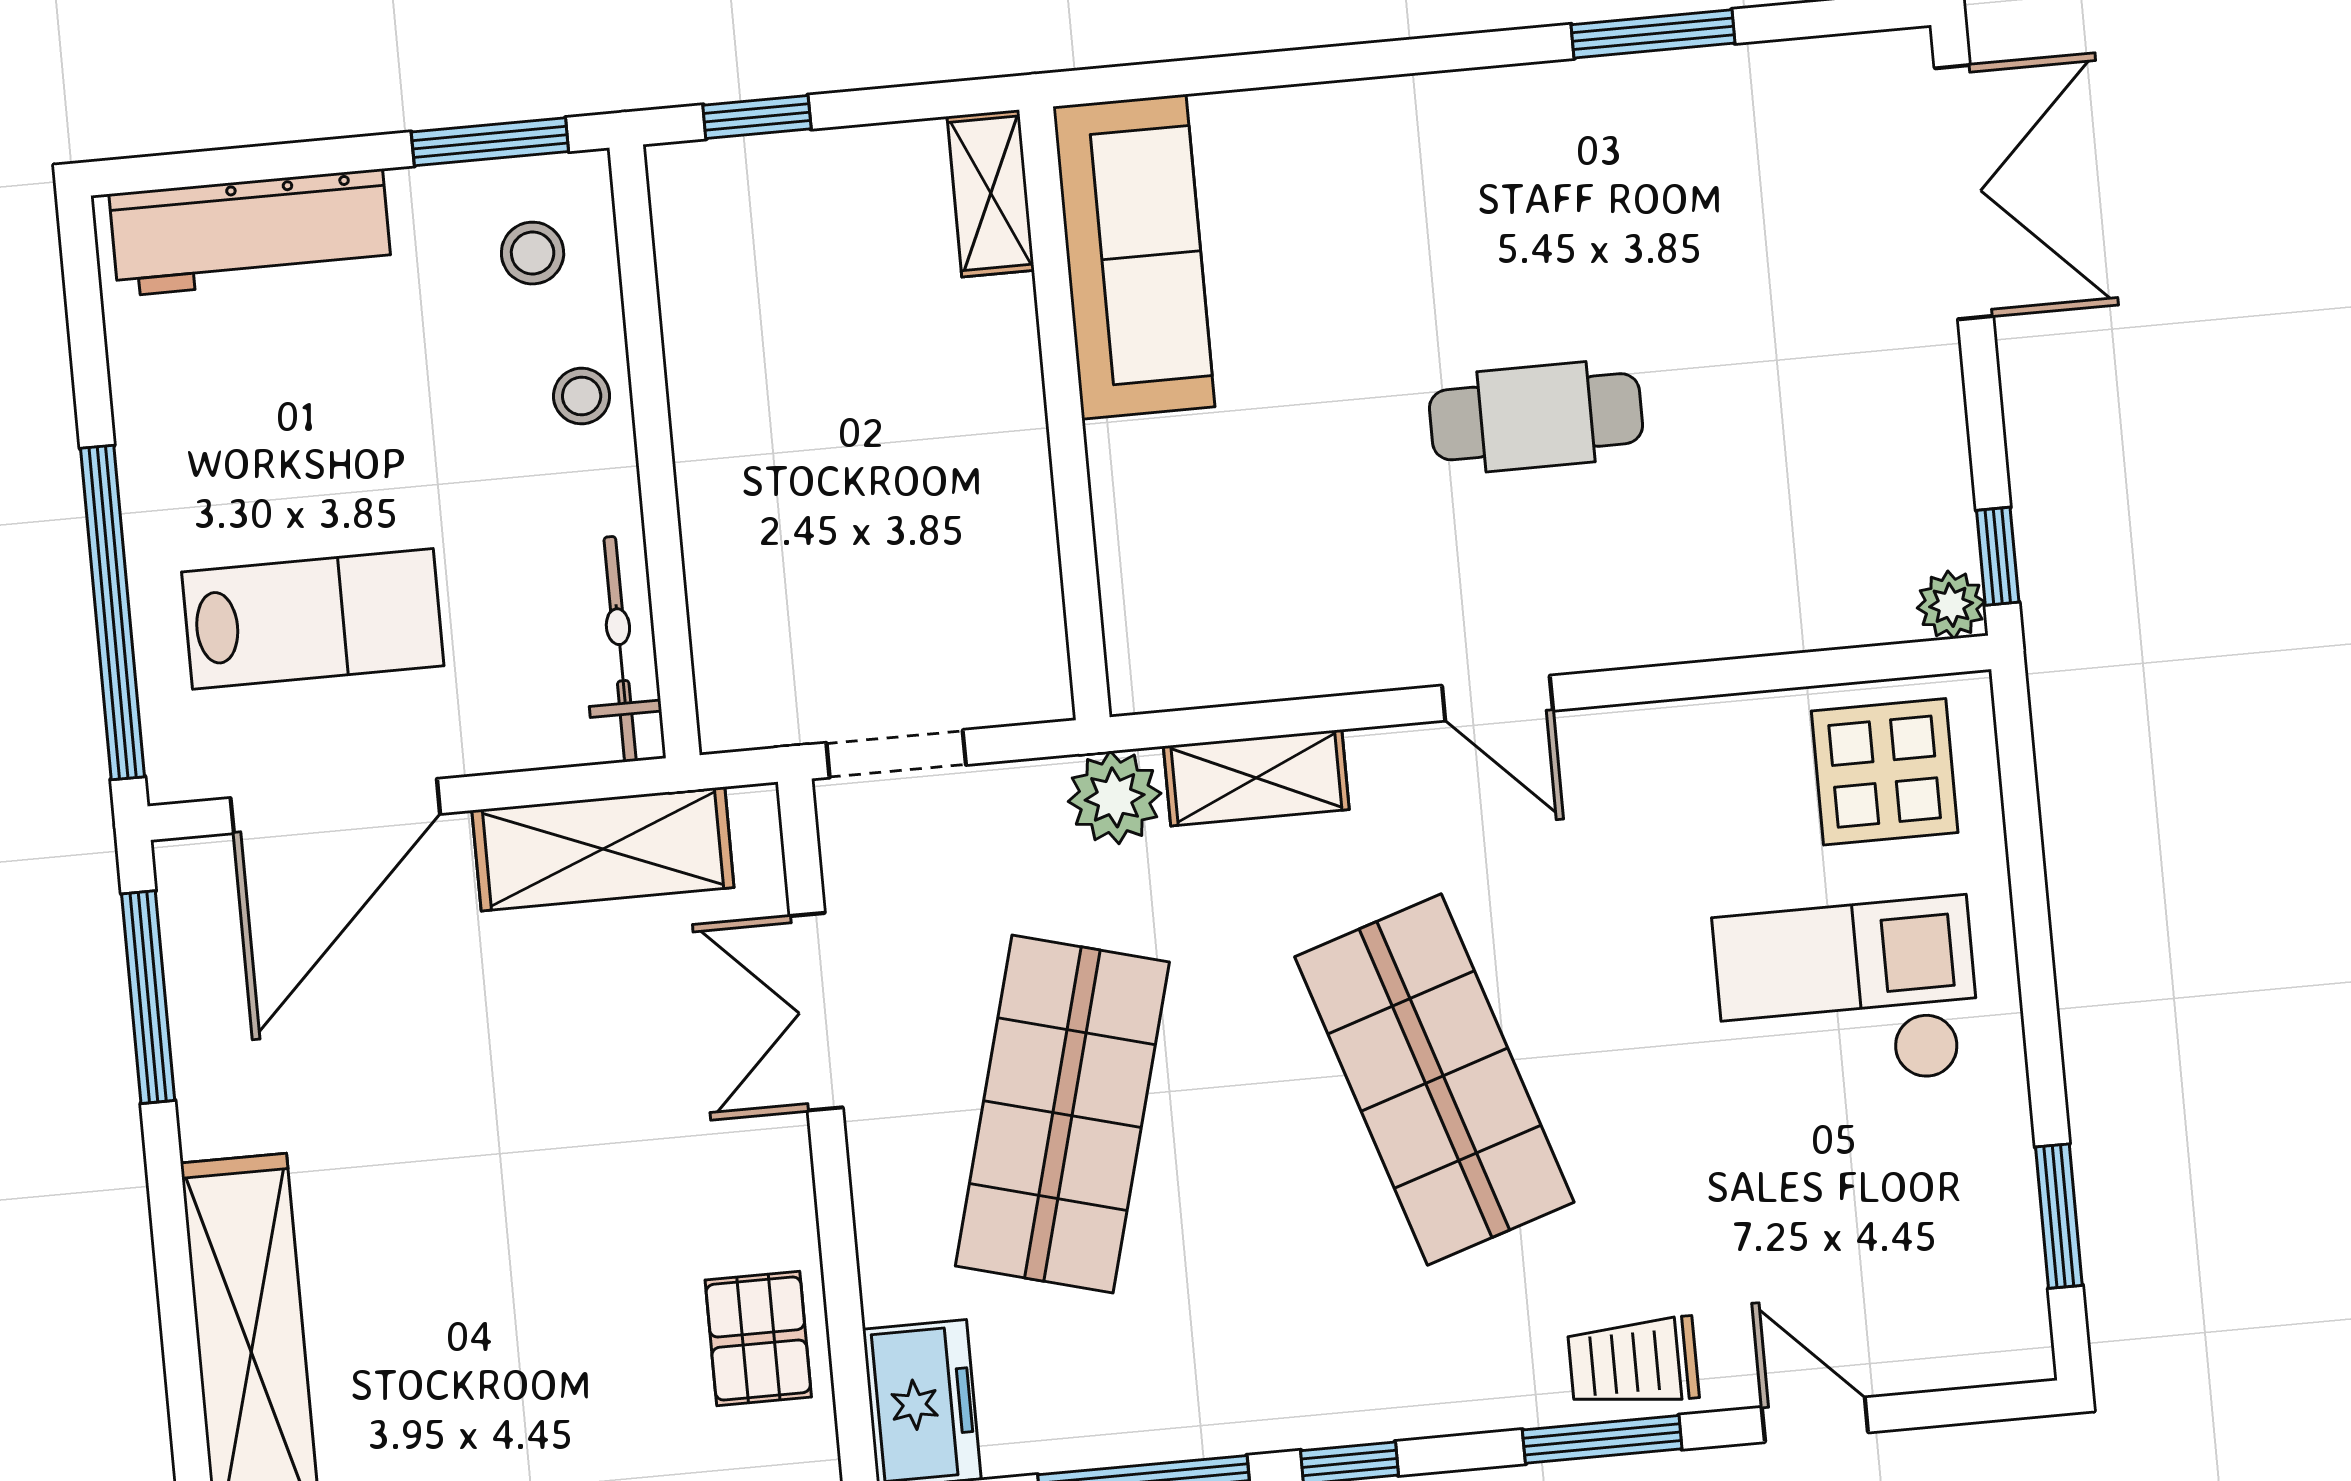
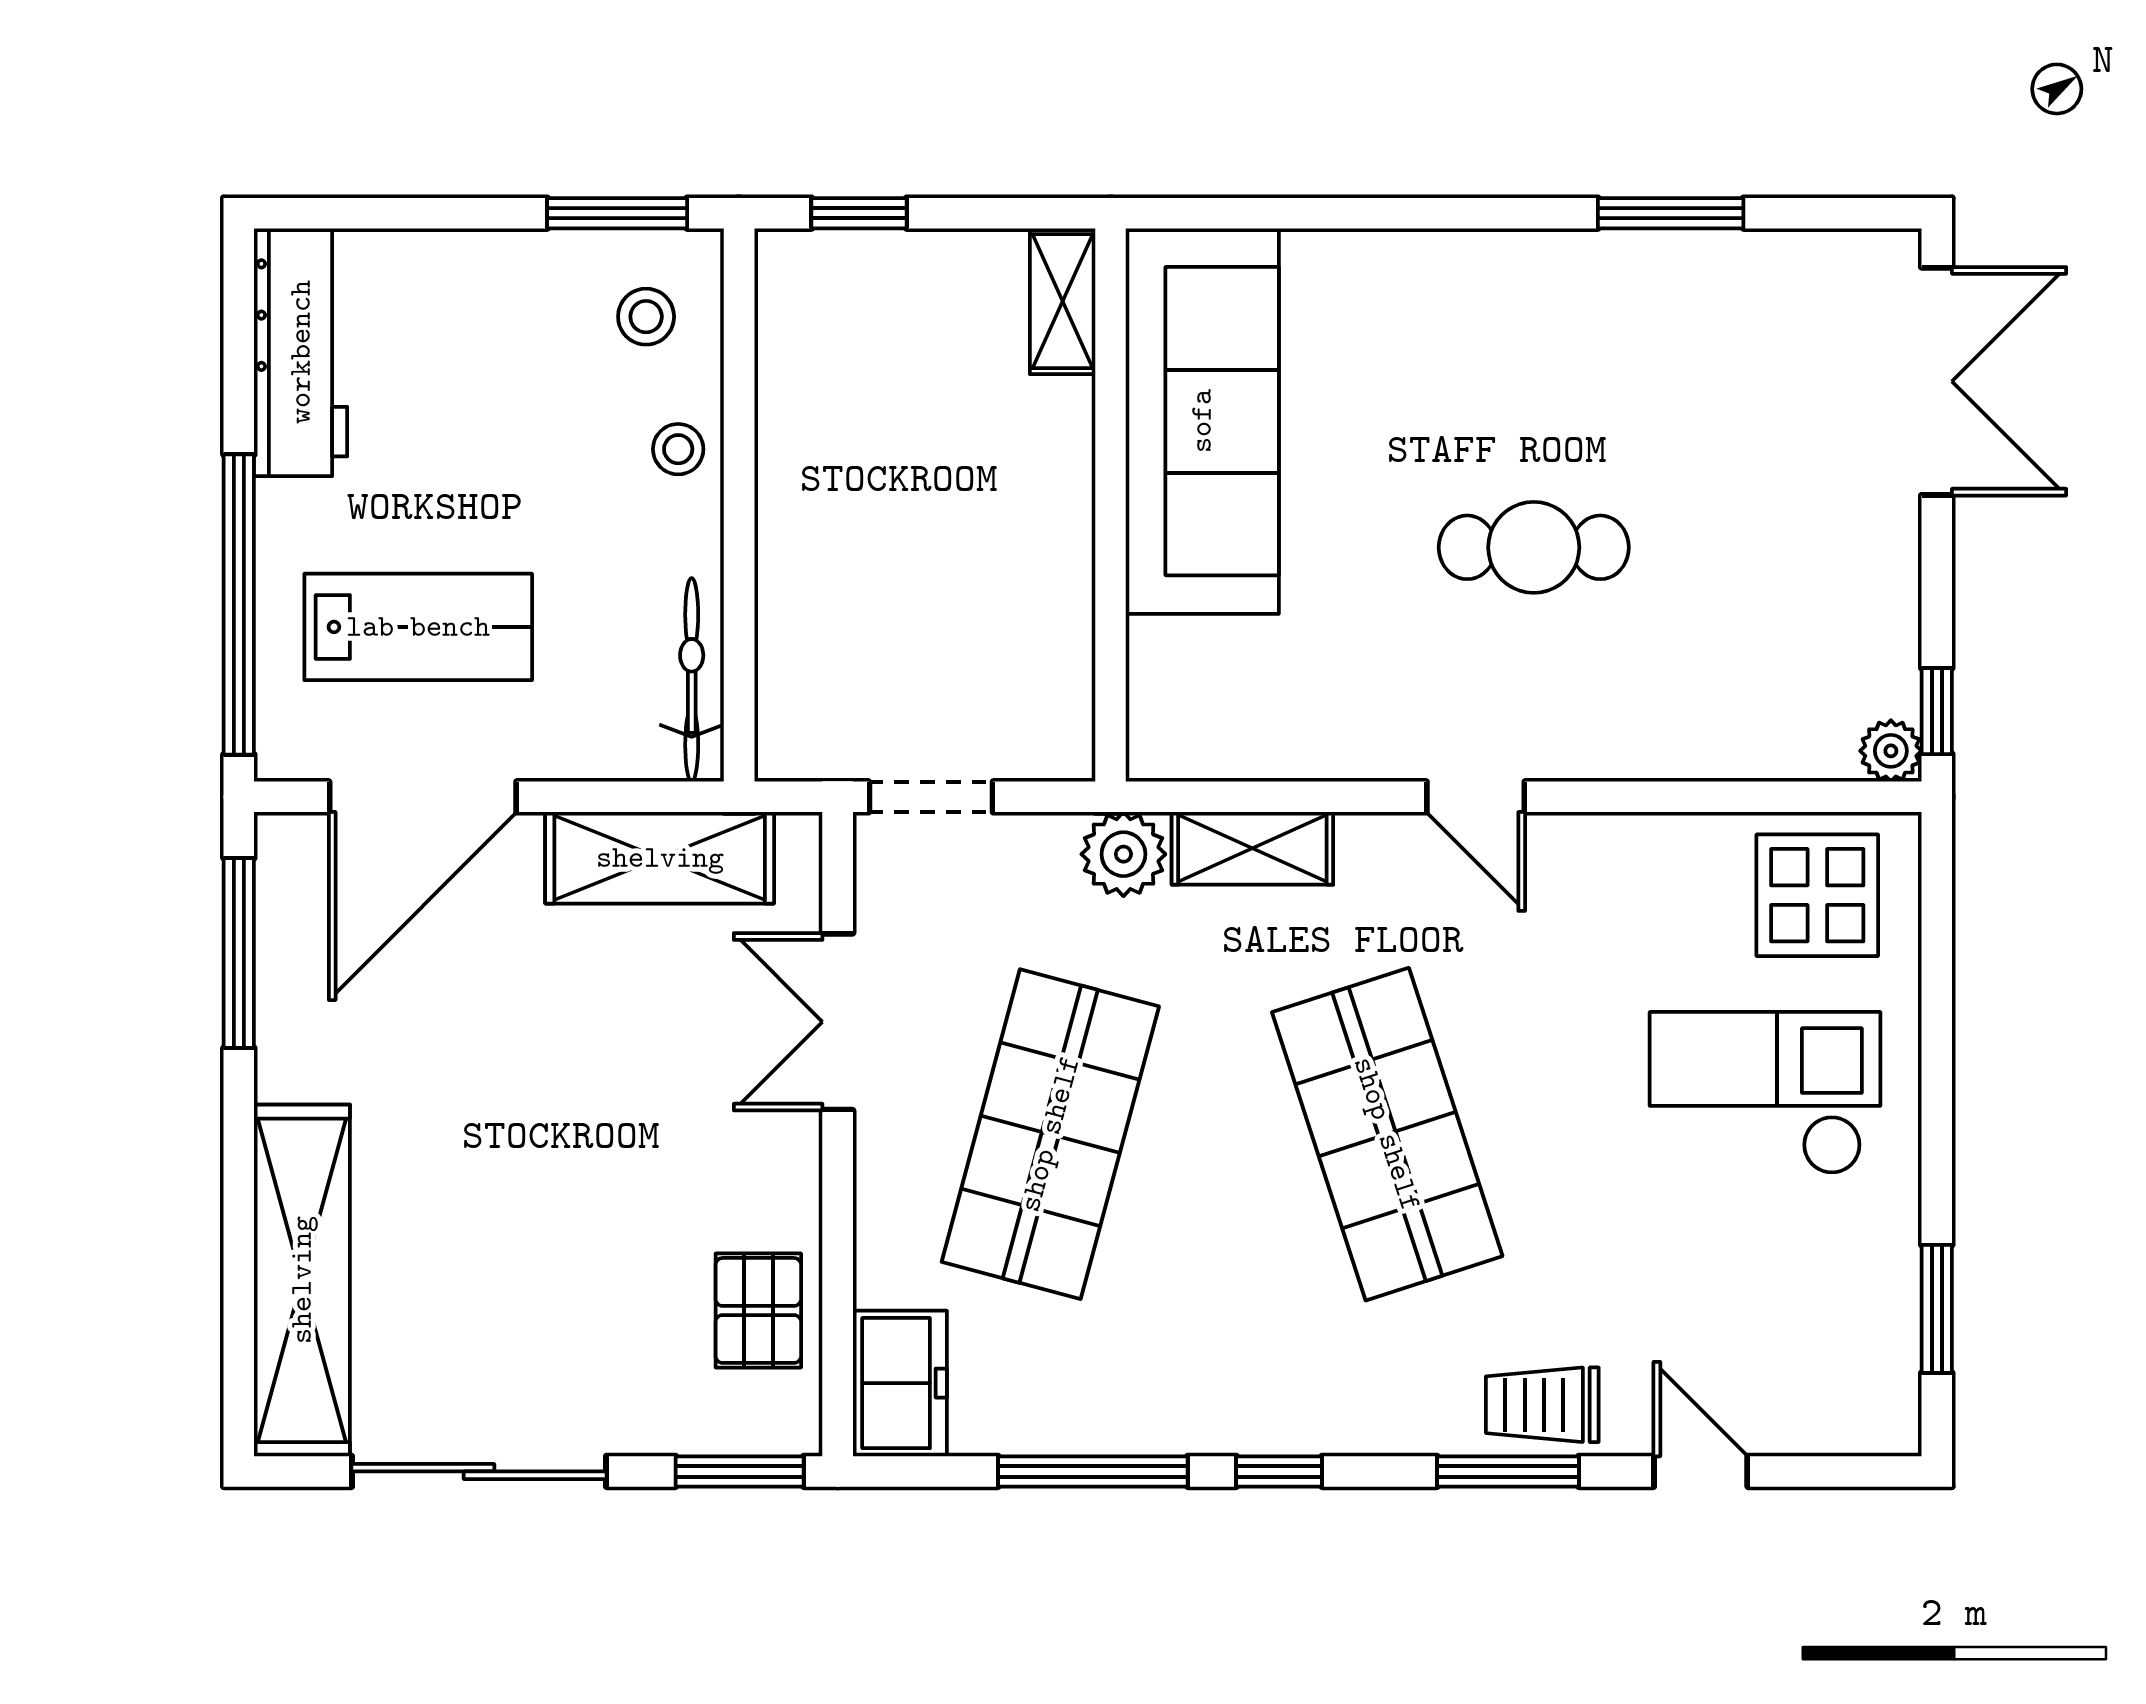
workbench: (250, 233) -> (301, 352), moved, turned -90
sofa: (1134, 257) -> (1202, 421), width x1.36, depth x1.27

